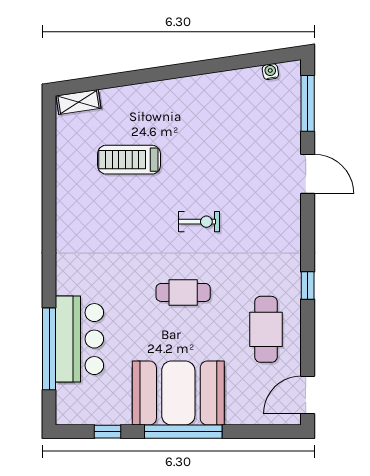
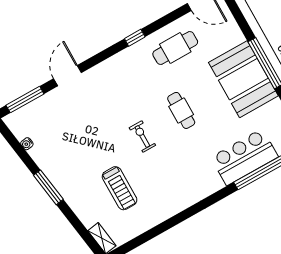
window: (180, 71) -> (48, 187), added
water cooler: (270, 72) -> (27, 144), moved
exercise bike: (199, 222) -> (142, 136), moved

